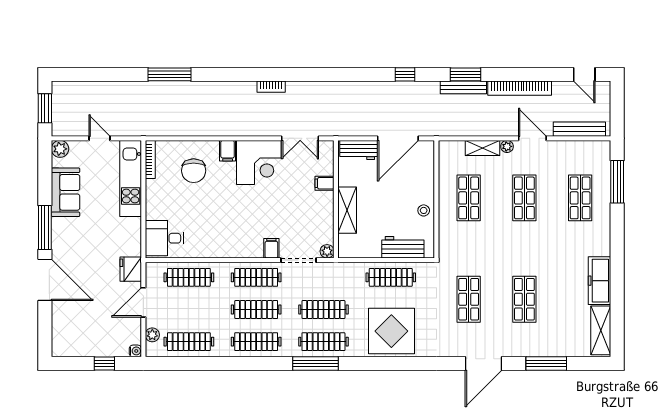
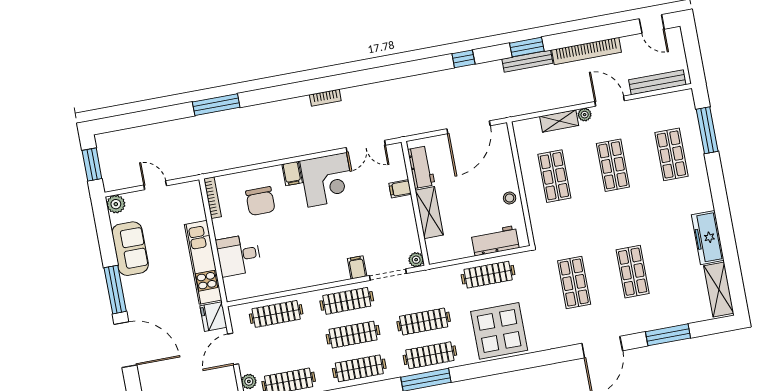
workbench: (359, 150) -> (421, 167), moved, turned -90
kitchen unit: (131, 178) -> (203, 262), moved
desk: (164, 238) -> (239, 255), moved

